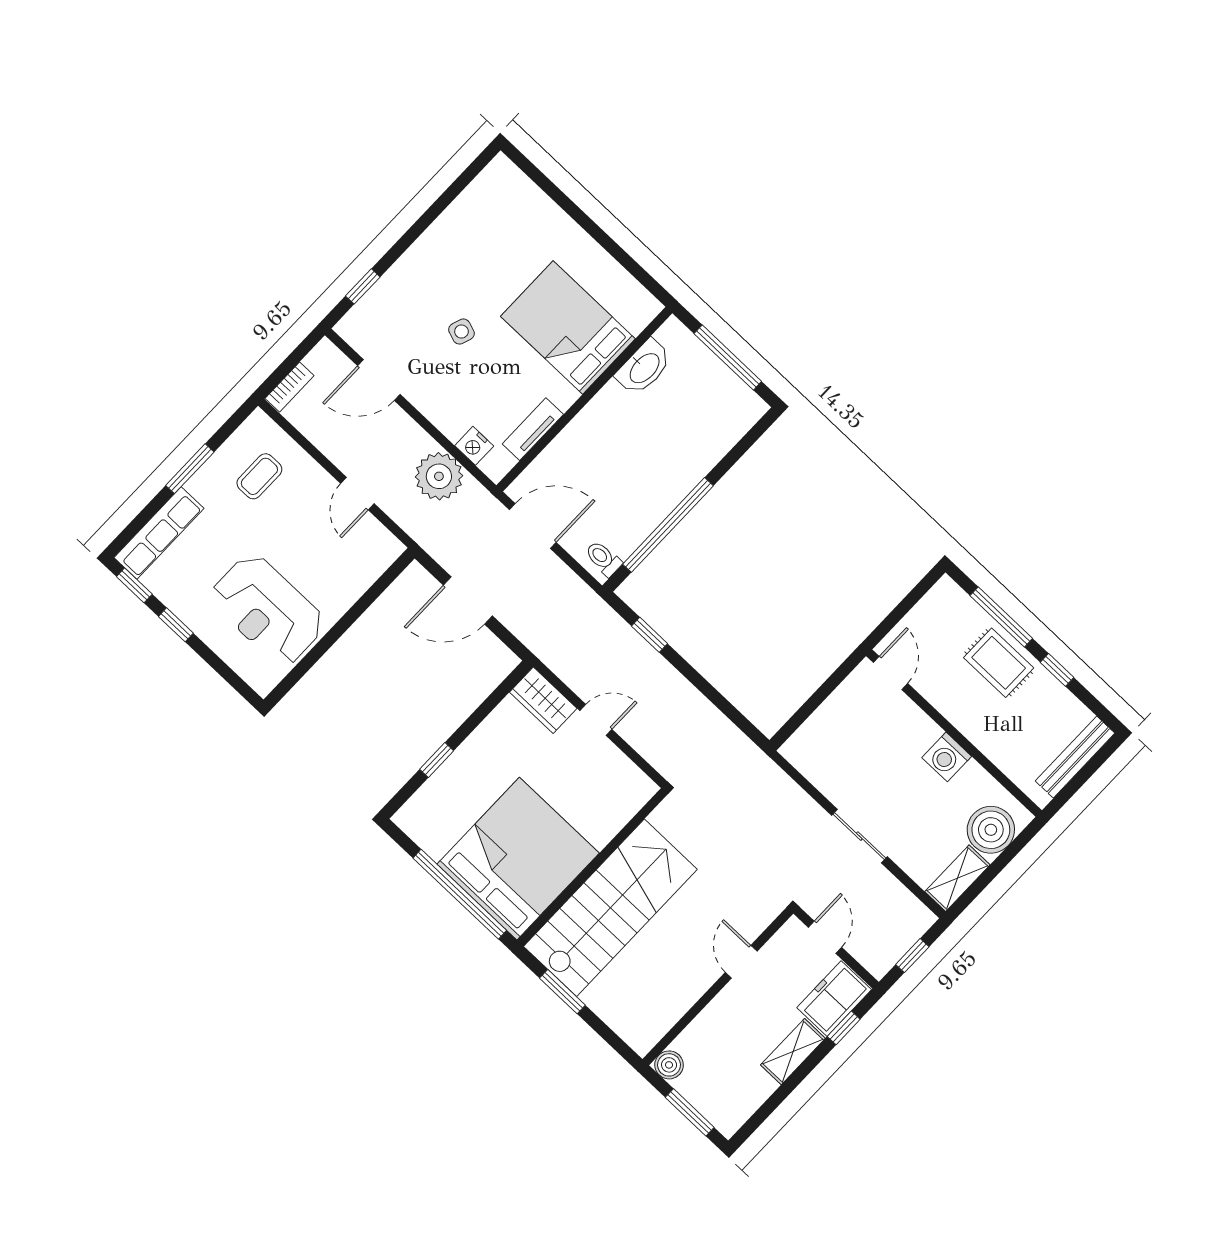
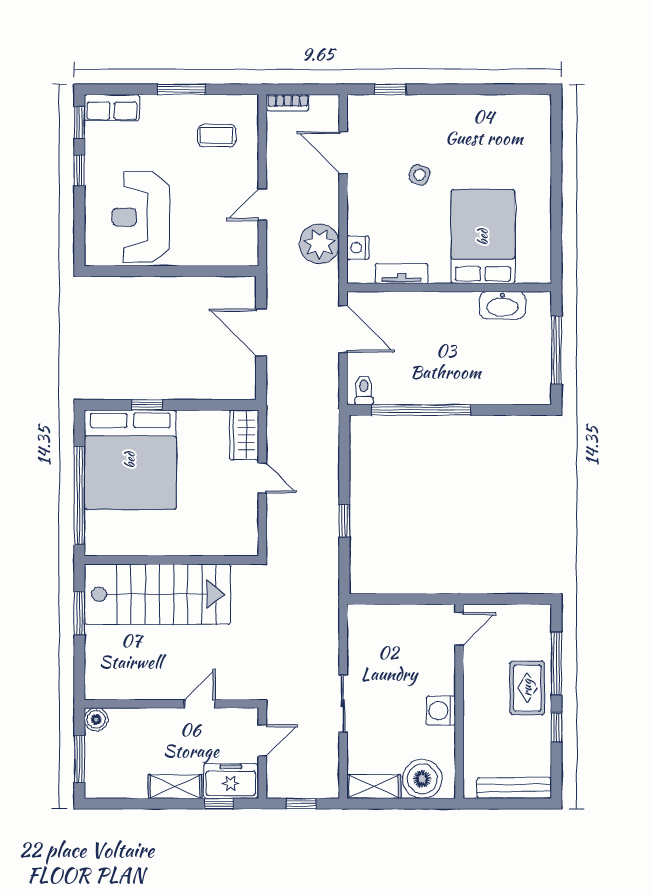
row of seats: (159, 533) -> (112, 108), width x0.68
window: (650, 635) -> (344, 521), moved
bed: (518, 859) -> (130, 460), moved, turned 90

